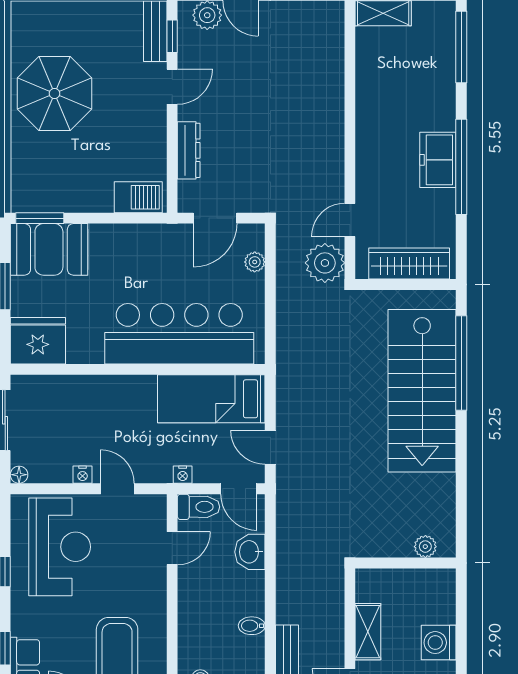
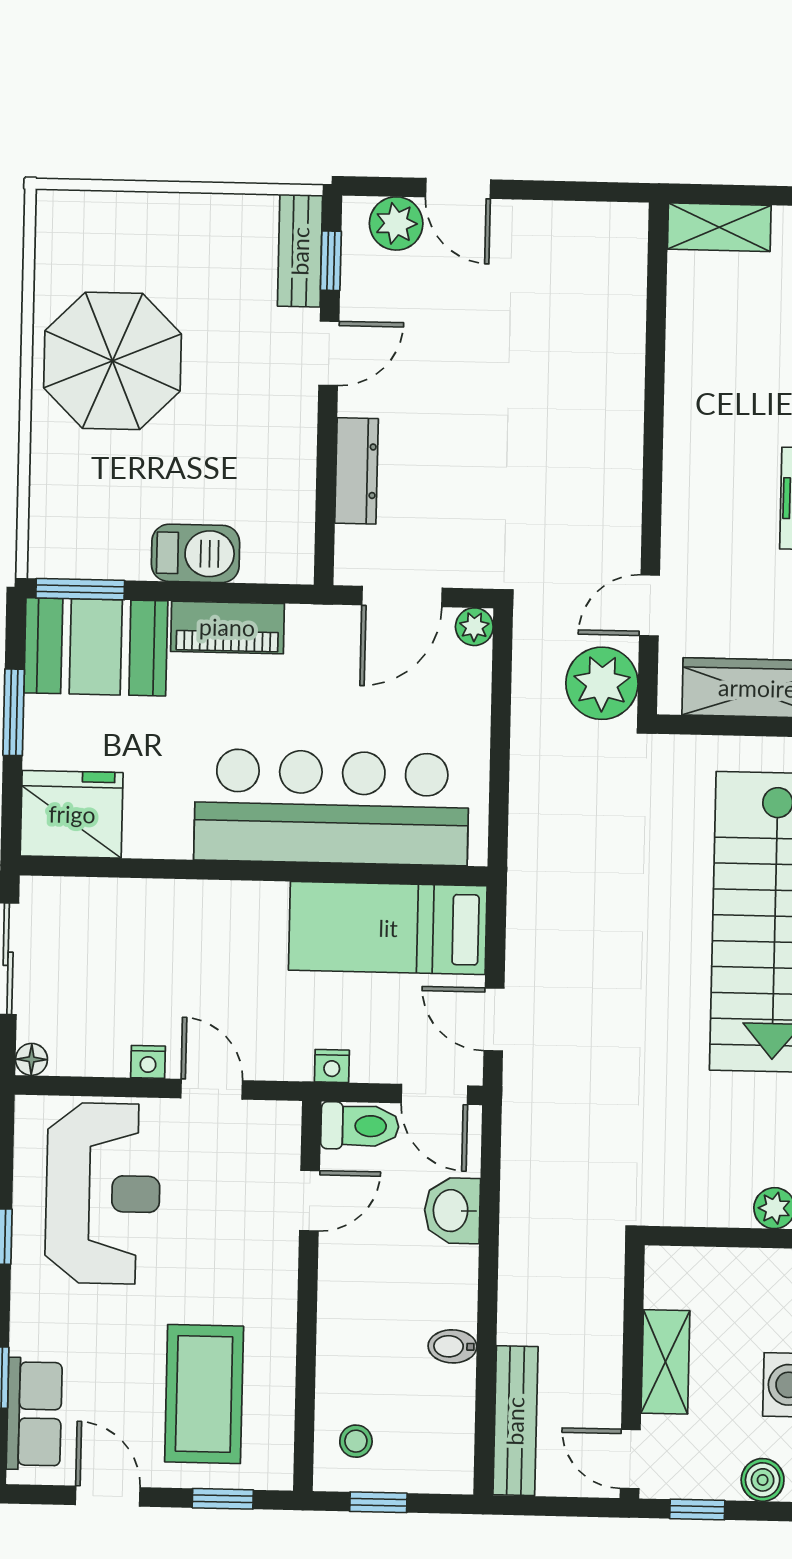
barbecue: (138, 197) -> (196, 553), moved
piano: (120, 237) -> (227, 627), added
plant: (255, 262) -> (474, 627), moved

